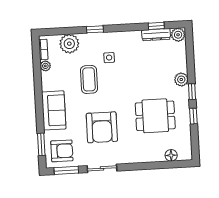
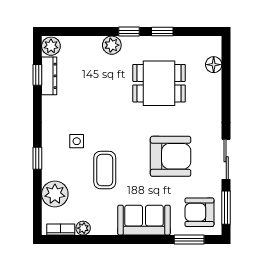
coffee table: (89, 79) -> (105, 170), turned 90
dining table: (155, 116) -> (159, 83), turned 90
armchair: (62, 151) -> (199, 212), turned -90

